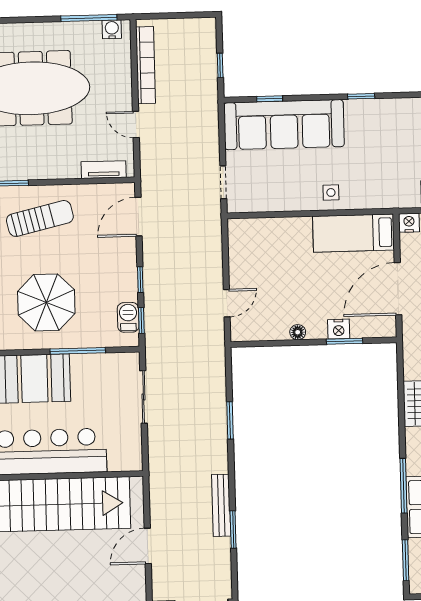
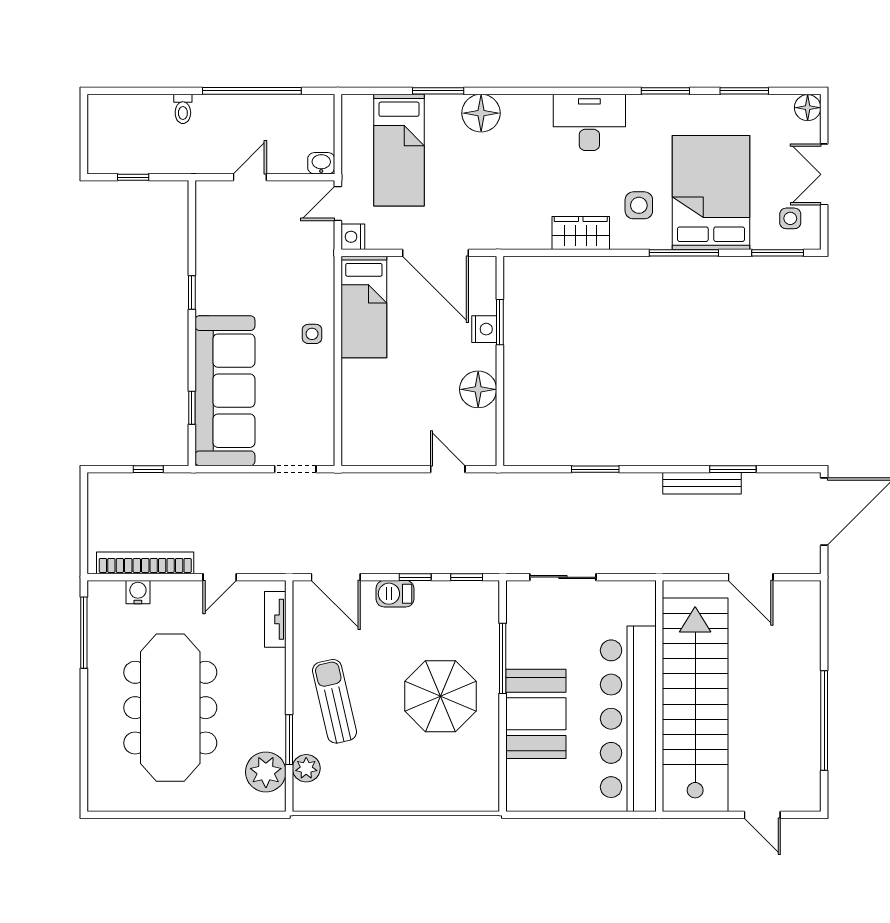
water cooler: (112, 29) -> (138, 592), moved, turned 90
barbecue: (128, 317) -> (395, 594), moved
floor lamp: (298, 332) -> (478, 389), width x1.89, depth x1.89

